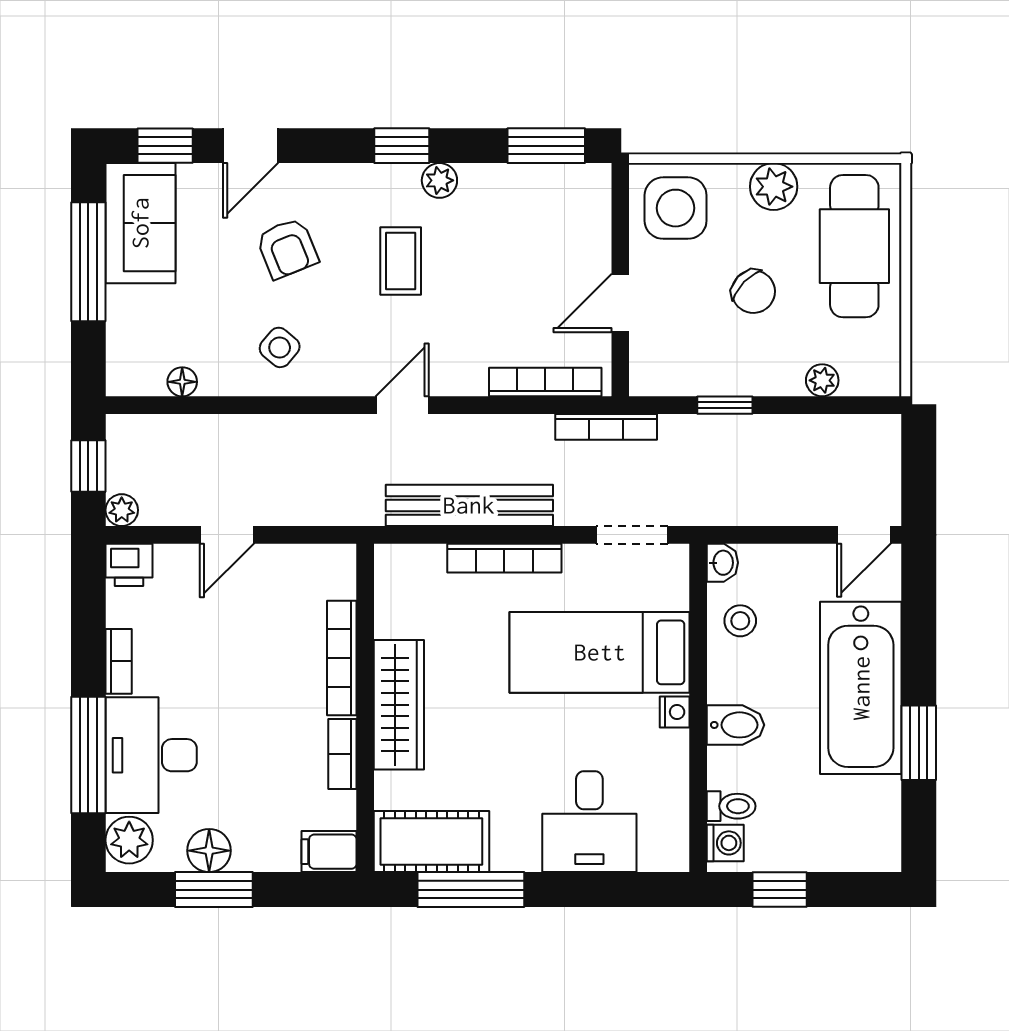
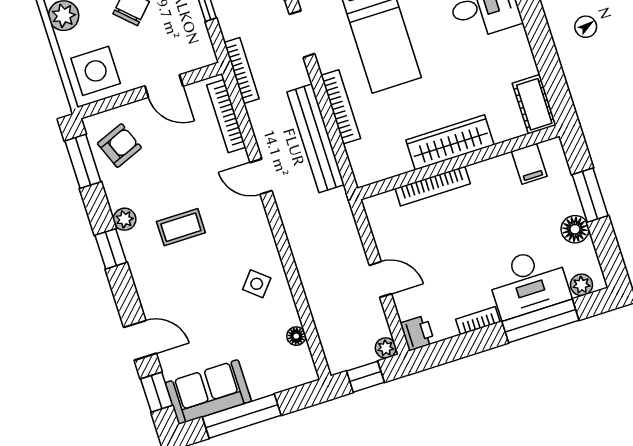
armchair: (287, 248) -> (119, 146), moved
door: (402, 405) -> (261, 177), moved
bookcase: (342, 754) -> (491, 167), removed
plant: (129, 840) -> (581, 285), width x0.73, depth x0.73
cot: (431, 842) -> (534, 104), width x0.73, depth x0.75
filing cabinet: (329, 852) -> (529, 164), moved
window: (214, 890) -> (590, 195), moved
window: (471, 890) -> (548, 63), removed

